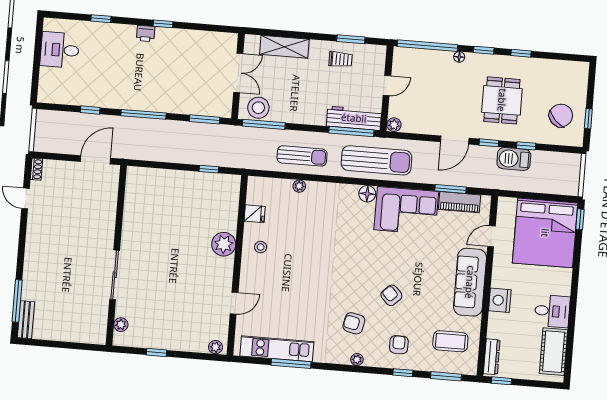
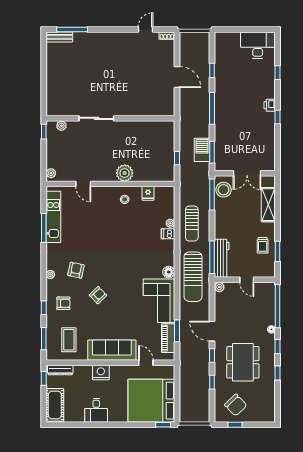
desk: (60, 50) -> (258, 45), width x1.37
dining table: (502, 100) -> (243, 362), width x1.38
barbecue: (514, 159) -> (202, 150), moved
dishwasher: (314, 190) -> (168, 234), added
wall: (116, 255) -> (110, 118), moved
sliding door: (115, 275) -> (96, 118), moved
plant: (121, 325) -> (61, 126), moved
cot: (554, 352) -> (55, 405), moved, turned 90

